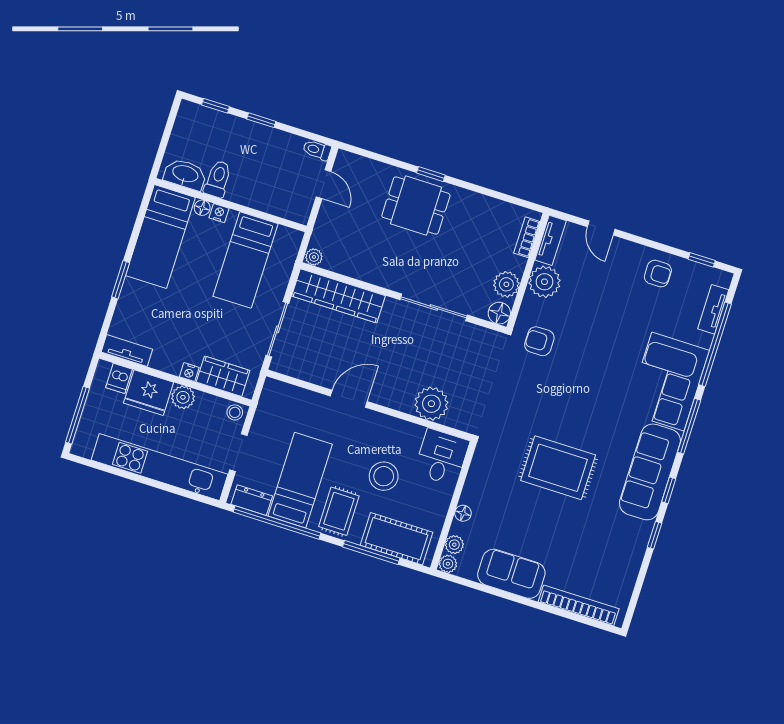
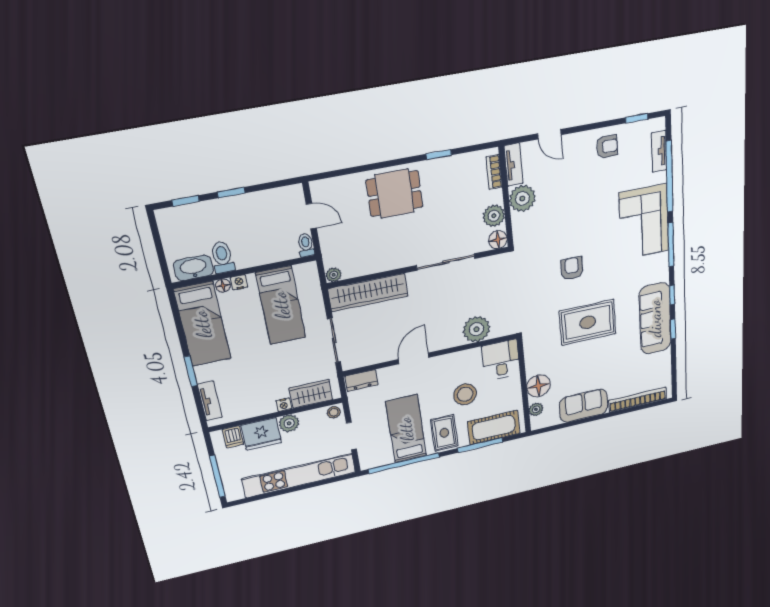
toilet: (317, 150) -> (306, 245), moved, turned 90
window: (431, 174) -> (439, 155), moved
armchair: (539, 341) -> (572, 268), moved, turned 90
tv unit: (127, 351) -> (210, 401), moved, turned 90
sofa: (650, 472) -> (655, 319), moved
dresser: (252, 500) -> (361, 380), moved, turned 180
floor lamp: (463, 513) -> (538, 386), width x1.89, depth x1.89
plant: (448, 564) -> (537, 423), removed

